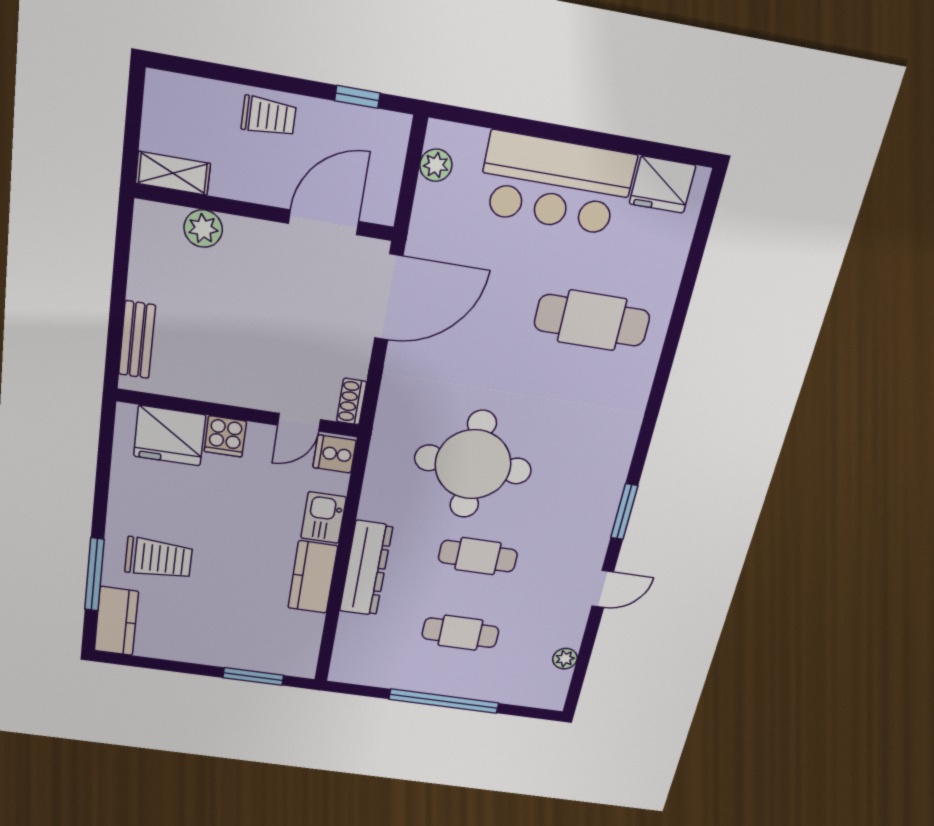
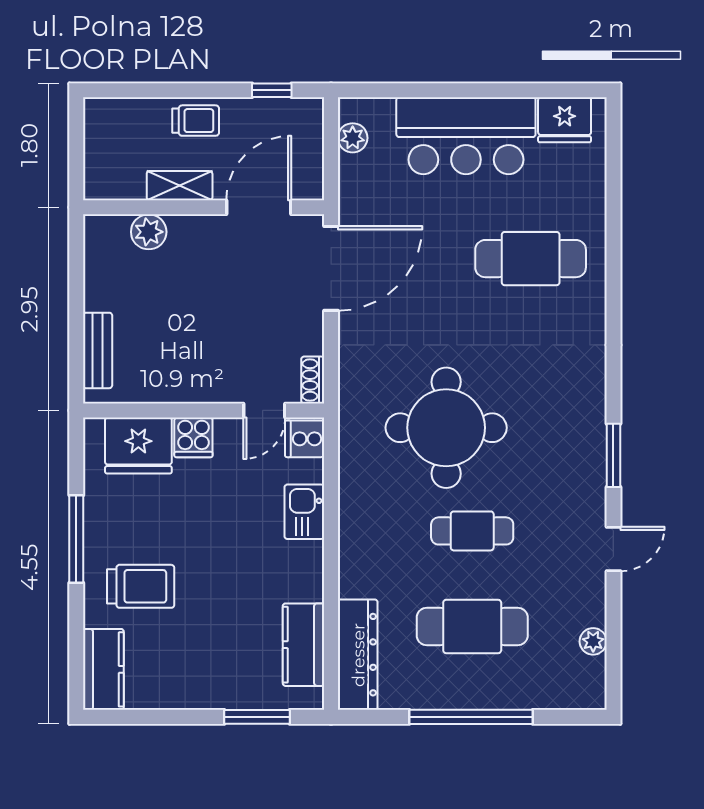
shelving: (173, 173) -> (180, 186), moved
dresser: (366, 569) -> (358, 655), moved
window: (94, 575) -> (76, 539), moved
kitchen counter: (313, 577) -> (303, 645), moved
cafe table: (460, 633) -> (472, 627), width x1.37, depth x1.35

